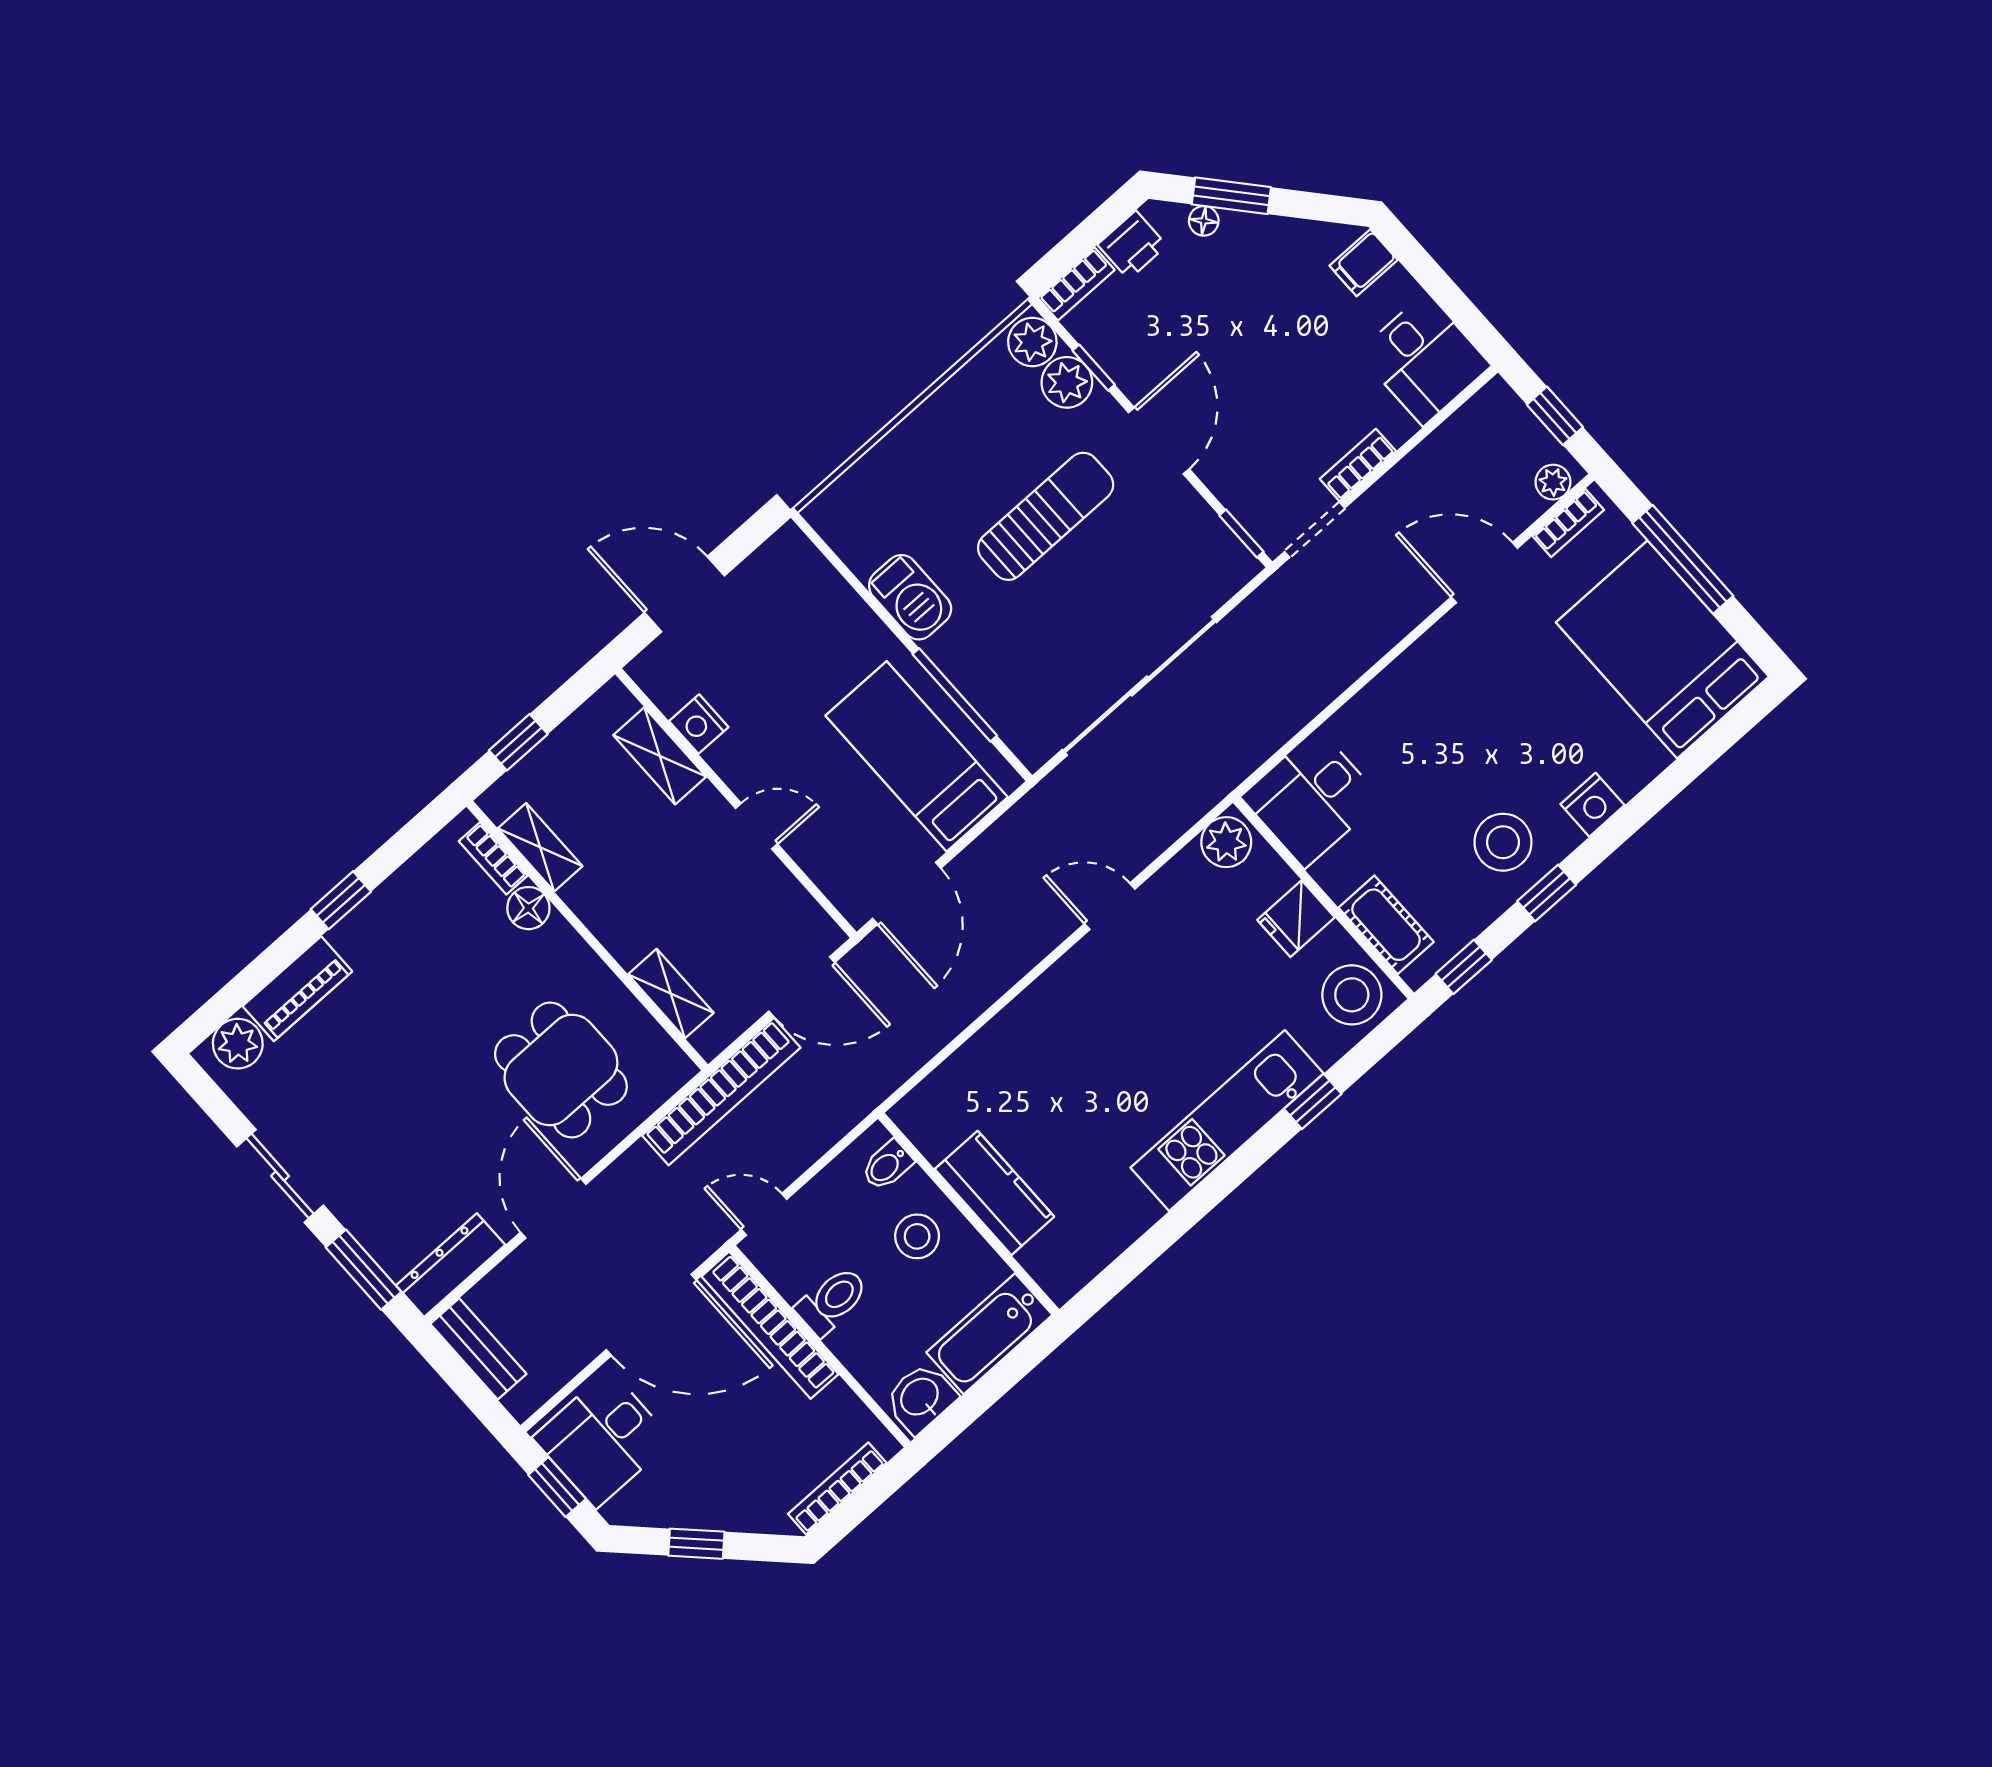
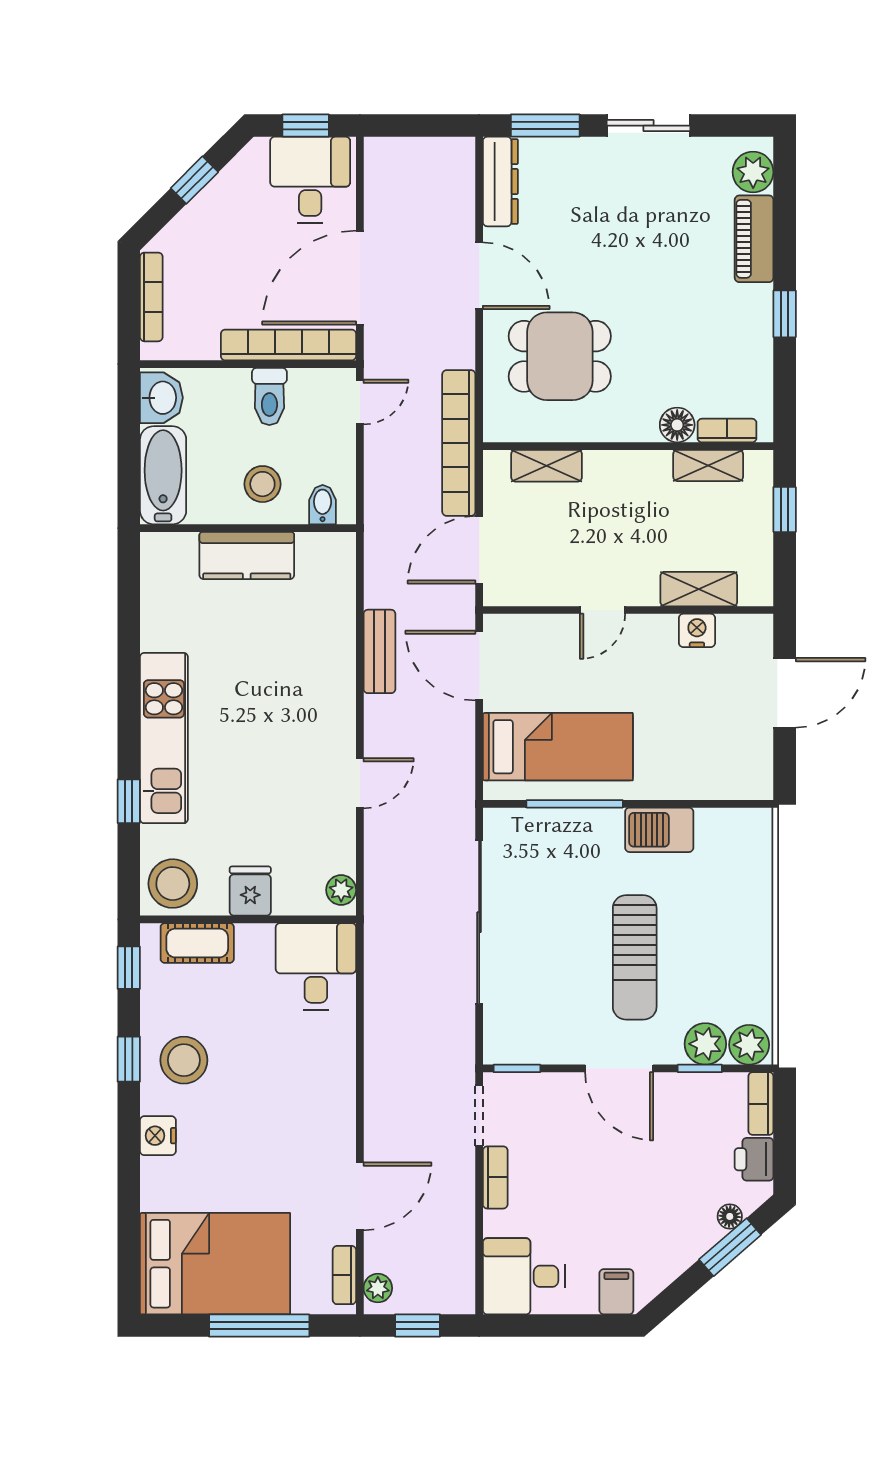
plant: (1226, 842) -> (341, 890), width x0.73, depth x0.73
bench: (478, 1349) -> (379, 651), moved, turned 90

